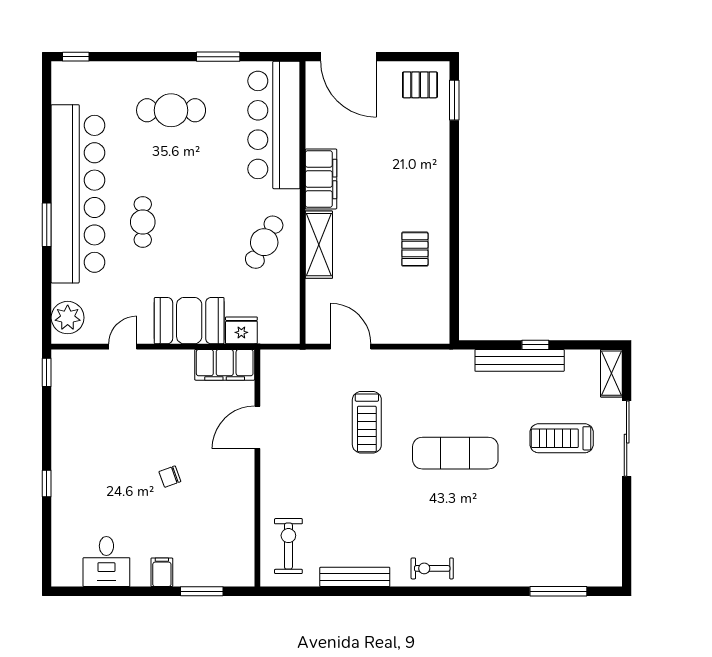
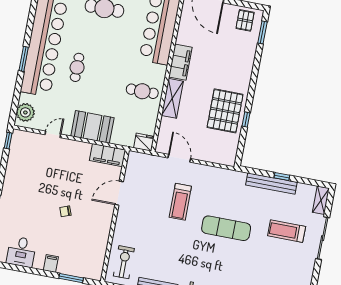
pallet: (420, 85) -> (245, 20), turned 90
cafe table: (264, 242) -> (142, 91), turned 62
pallet: (415, 249) -> (225, 111), width x2.05, depth x2.00
window: (454, 257) -> (246, 120), added
fridge: (241, 330) -> (144, 142), moved

